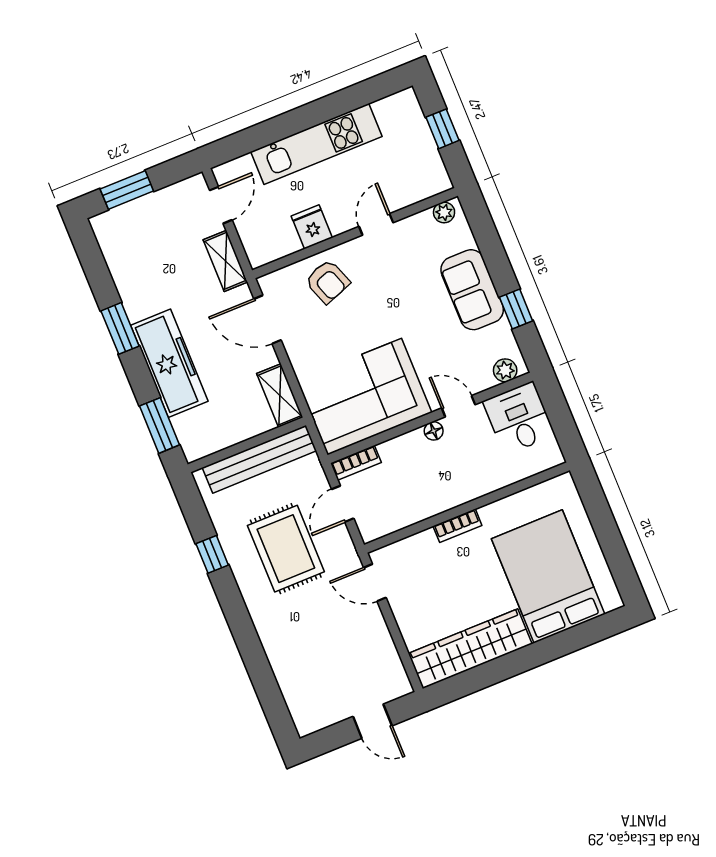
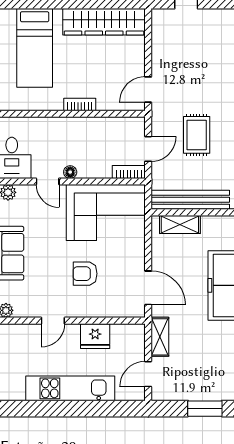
fridge: (312, 227) -> (95, 336), width x1.38
armchair: (327, 281) -> (85, 274), moved, turned -70
shelving: (280, 395) -> (180, 224), moved, turned 90
rug: (286, 549) -> (197, 135), width x0.73, depth x0.70
bed: (548, 576) -> (35, 48), width x0.67
door: (375, 583) -> (148, 90), swing flipped

